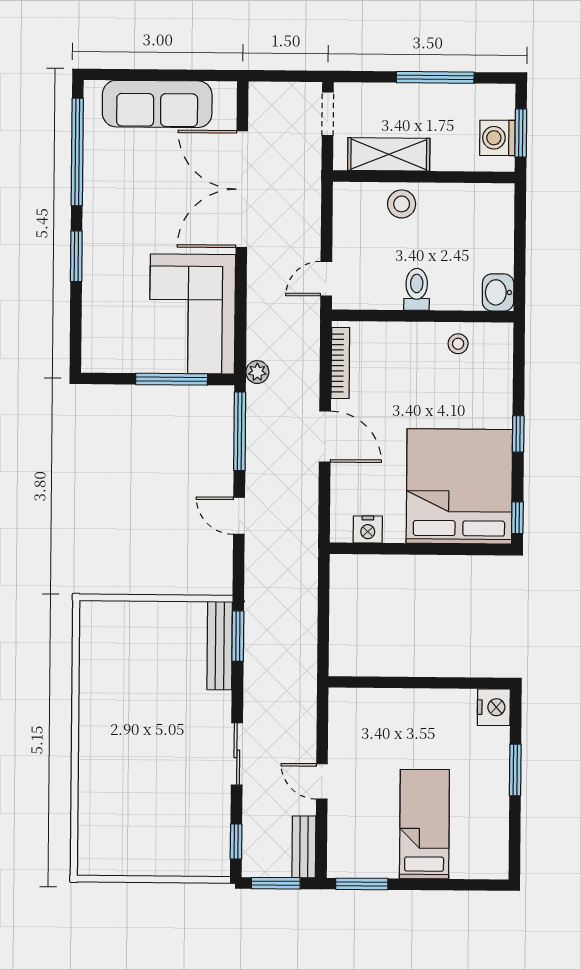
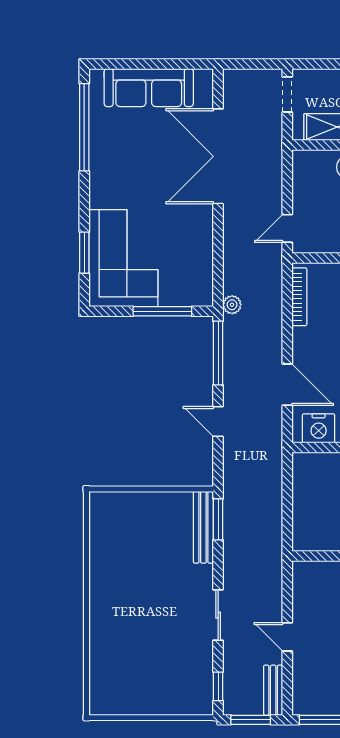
window: (76, 256) -> (84, 253), moved
corner sofa: (192, 314) -> (123, 258), moved, turned 180
door: (325, 437) -> (287, 385), moved
nightstand: (368, 529) -> (319, 428), width x1.36, depth x1.33

